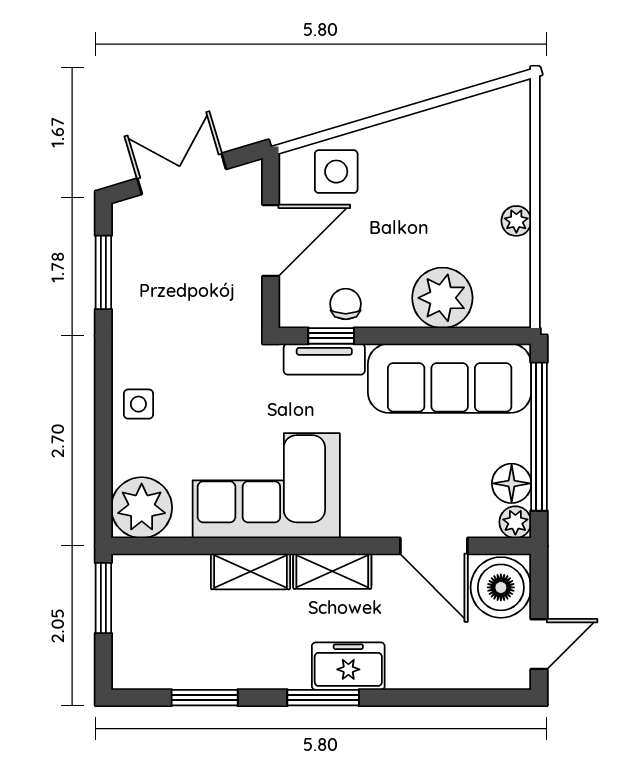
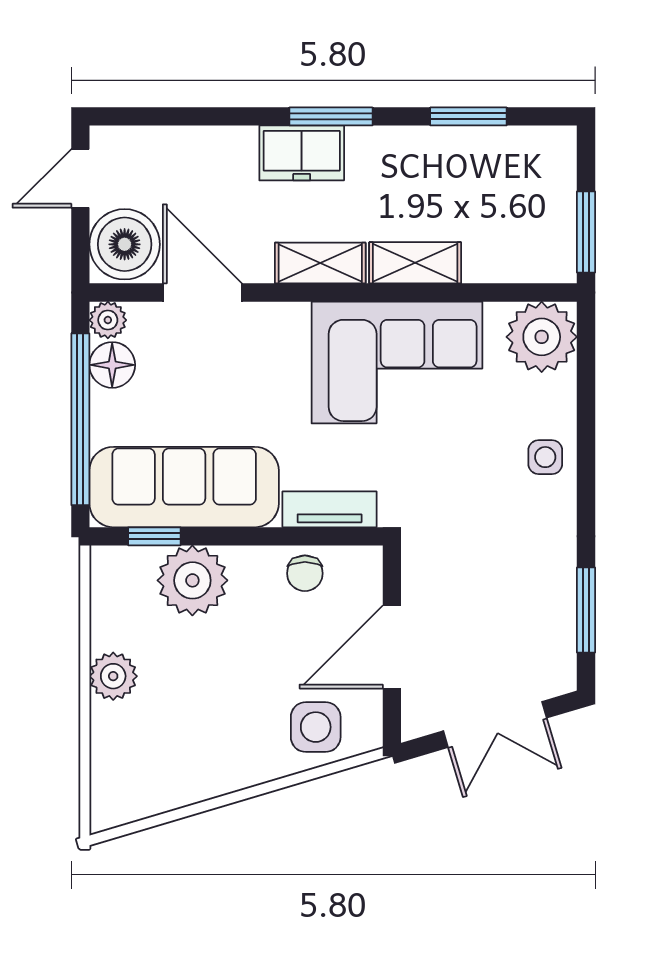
plant: (516, 221) -> (113, 676), width x1.38, depth x1.38
window: (331, 336) -> (154, 536), moved

